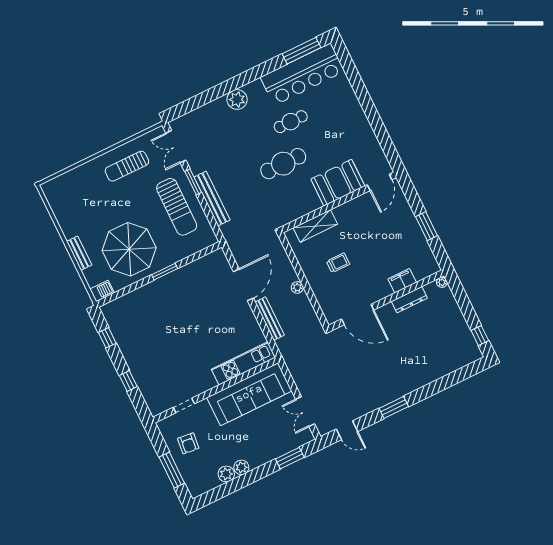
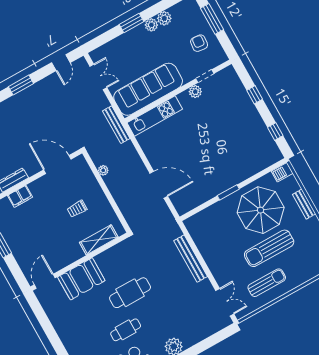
window: (193, 182) -> (208, 272), removed
sun lounger: (177, 207) -> (269, 248), moved, turned -90
door: (243, 285) -> (159, 185), swing flipped
plant: (297, 287) -> (103, 170), moved
bench: (270, 319) -> (116, 125), moved
plant: (196, 388) -> (195, 92), added
door: (347, 430) -> (61, 63), swing flipped
window: (290, 458) -> (132, 23), moved

